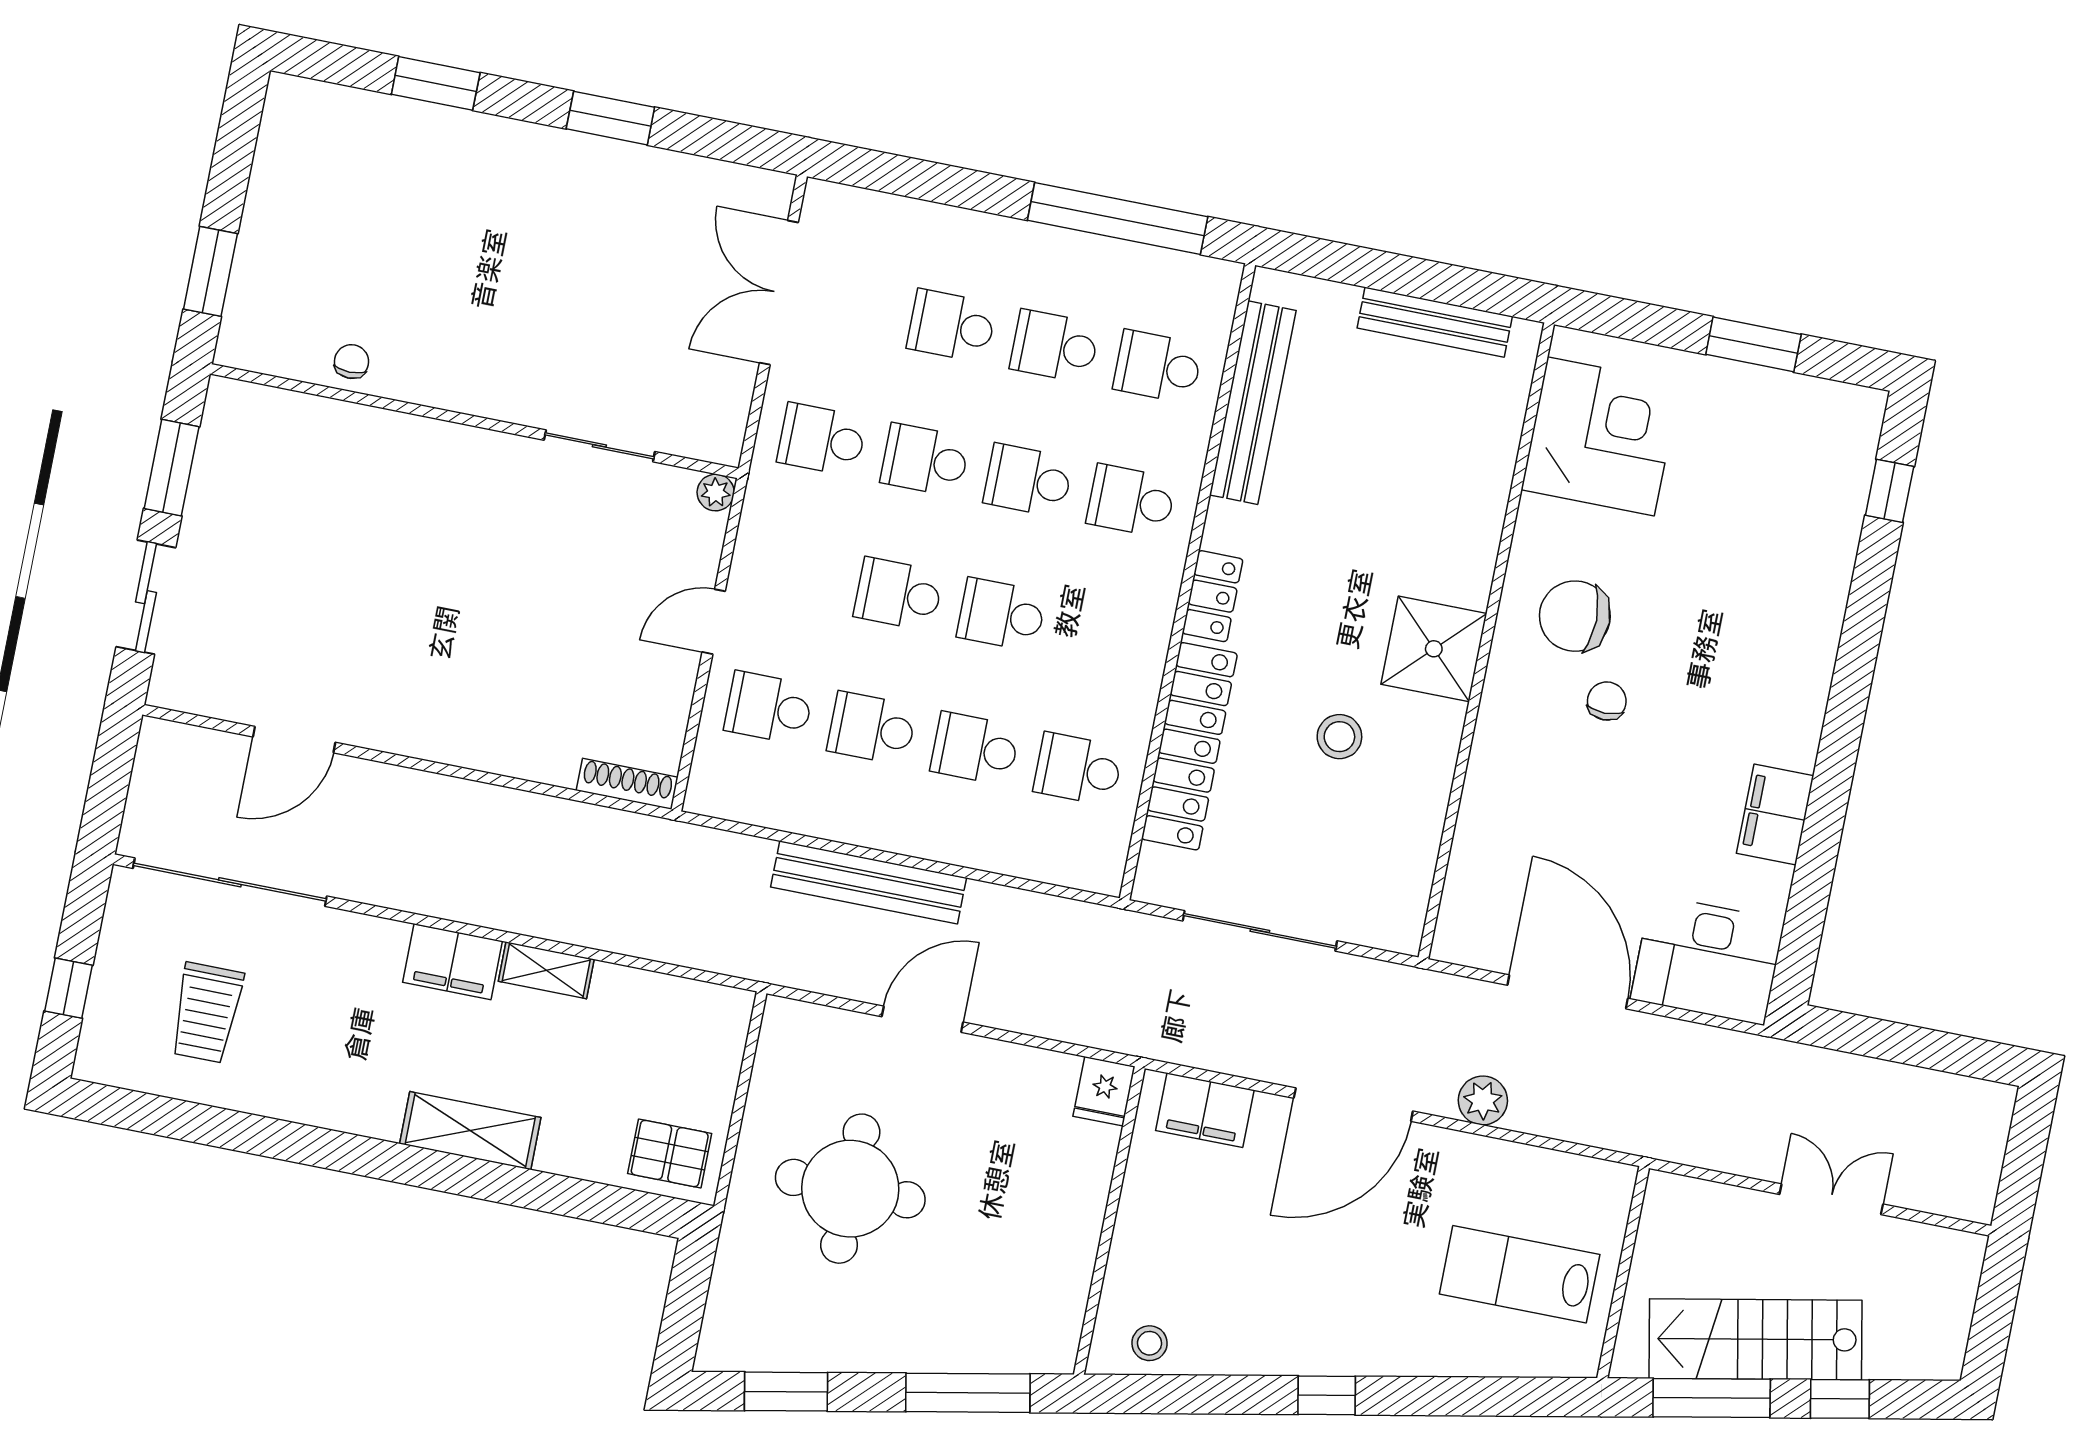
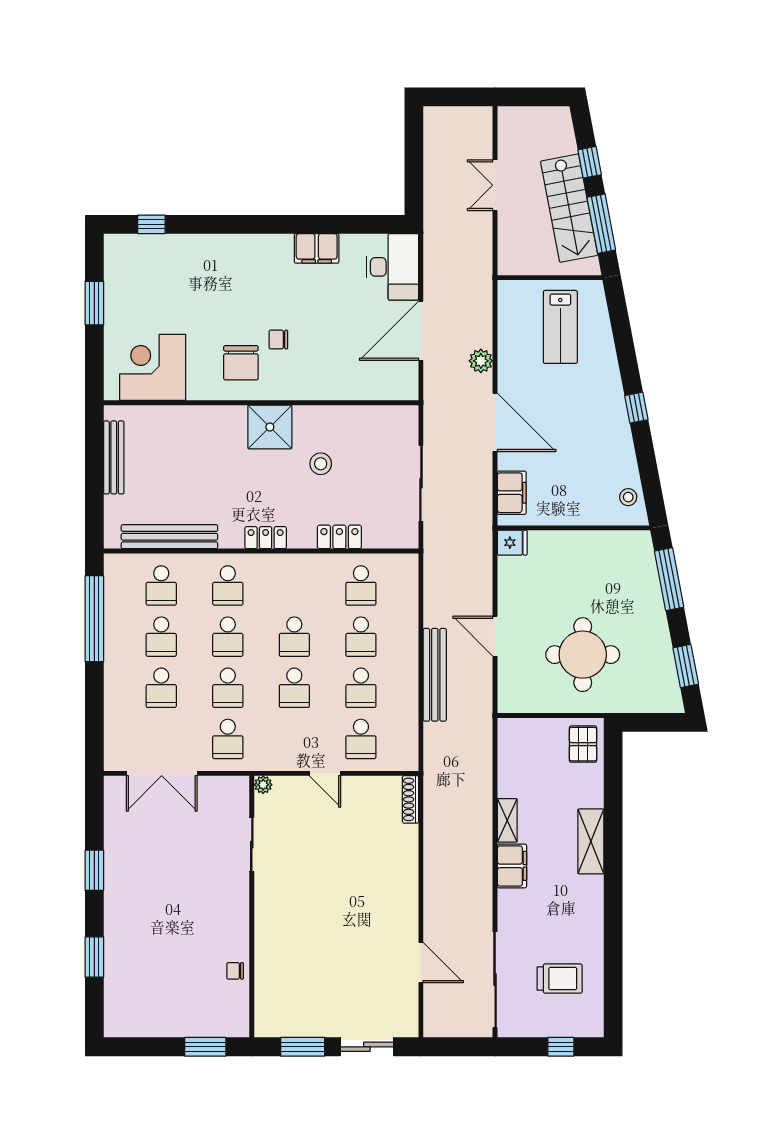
locker: (1189, 746) -> (339, 537), width x0.46, depth x0.83

